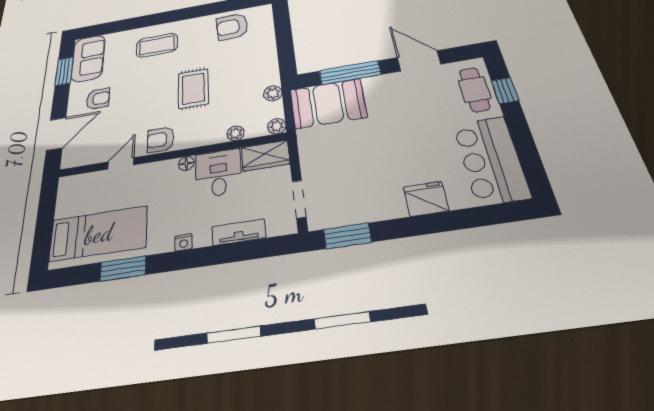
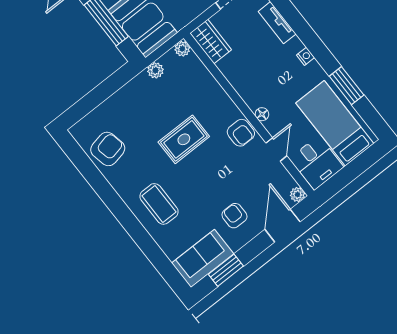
armchair: (232, 27) -> (108, 149), turned -99
plant: (235, 133) -> (297, 195), moved
door: (56, 134) -> (282, 226), hinge flipped
door: (121, 163) -> (276, 149), swing flipped
floor lamp: (186, 163) -> (262, 114), moved
desk: (219, 173) -> (317, 163), moved, turned -90

